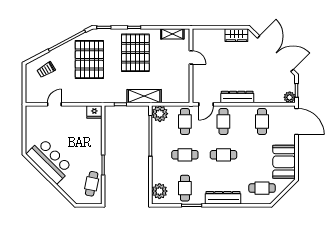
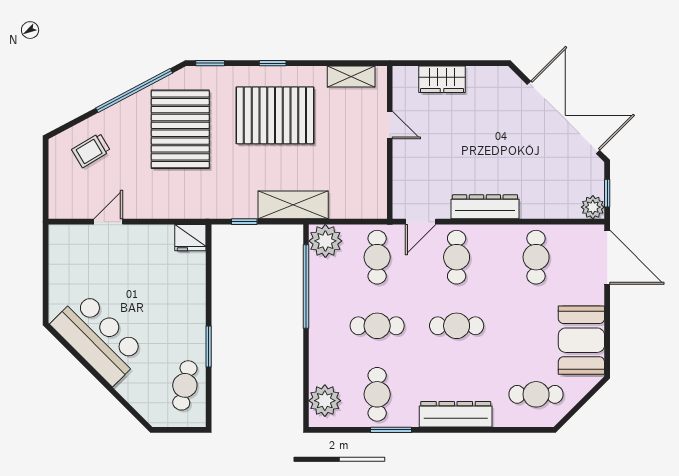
wardrobe: (236, 35) -> (442, 79), moved
pallet: (135, 53) -> (275, 115), turned 90

